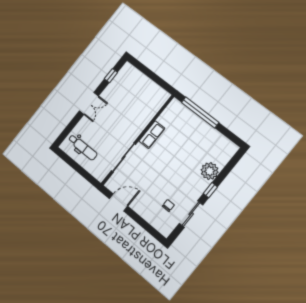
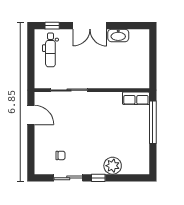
window: (111, 76) -> (52, 26), moved
washbasin: (113, 88) -> (118, 35), added
double door: (89, 103) -> (90, 26), width x1.37
row of seats: (152, 135) -> (136, 98), moved

